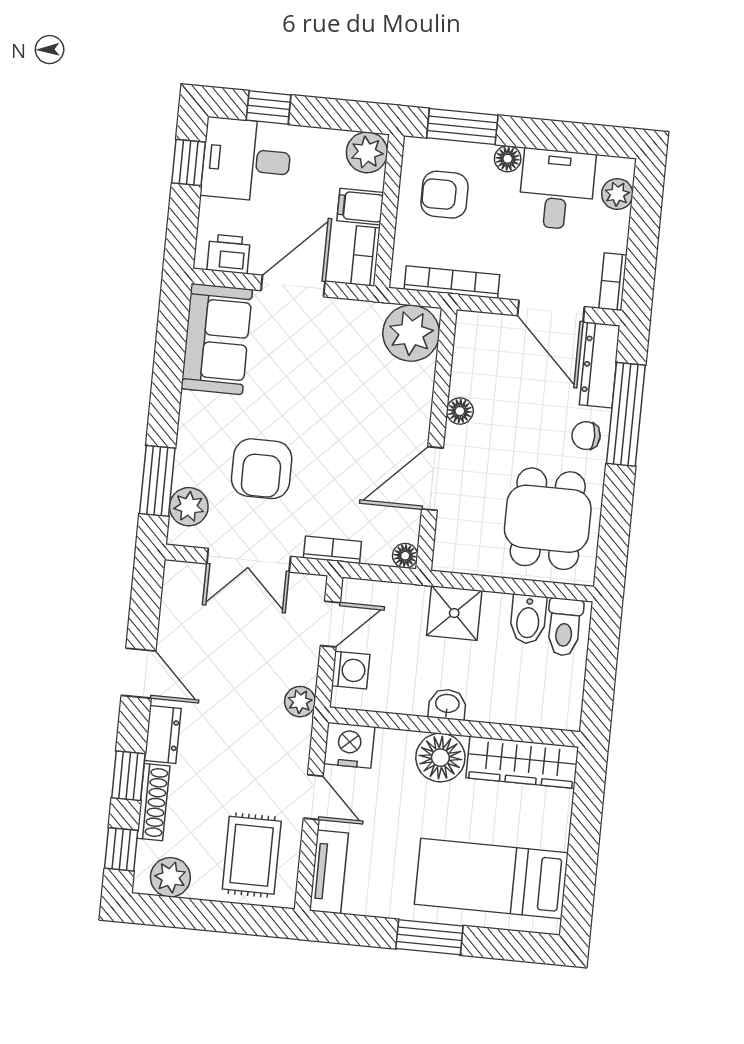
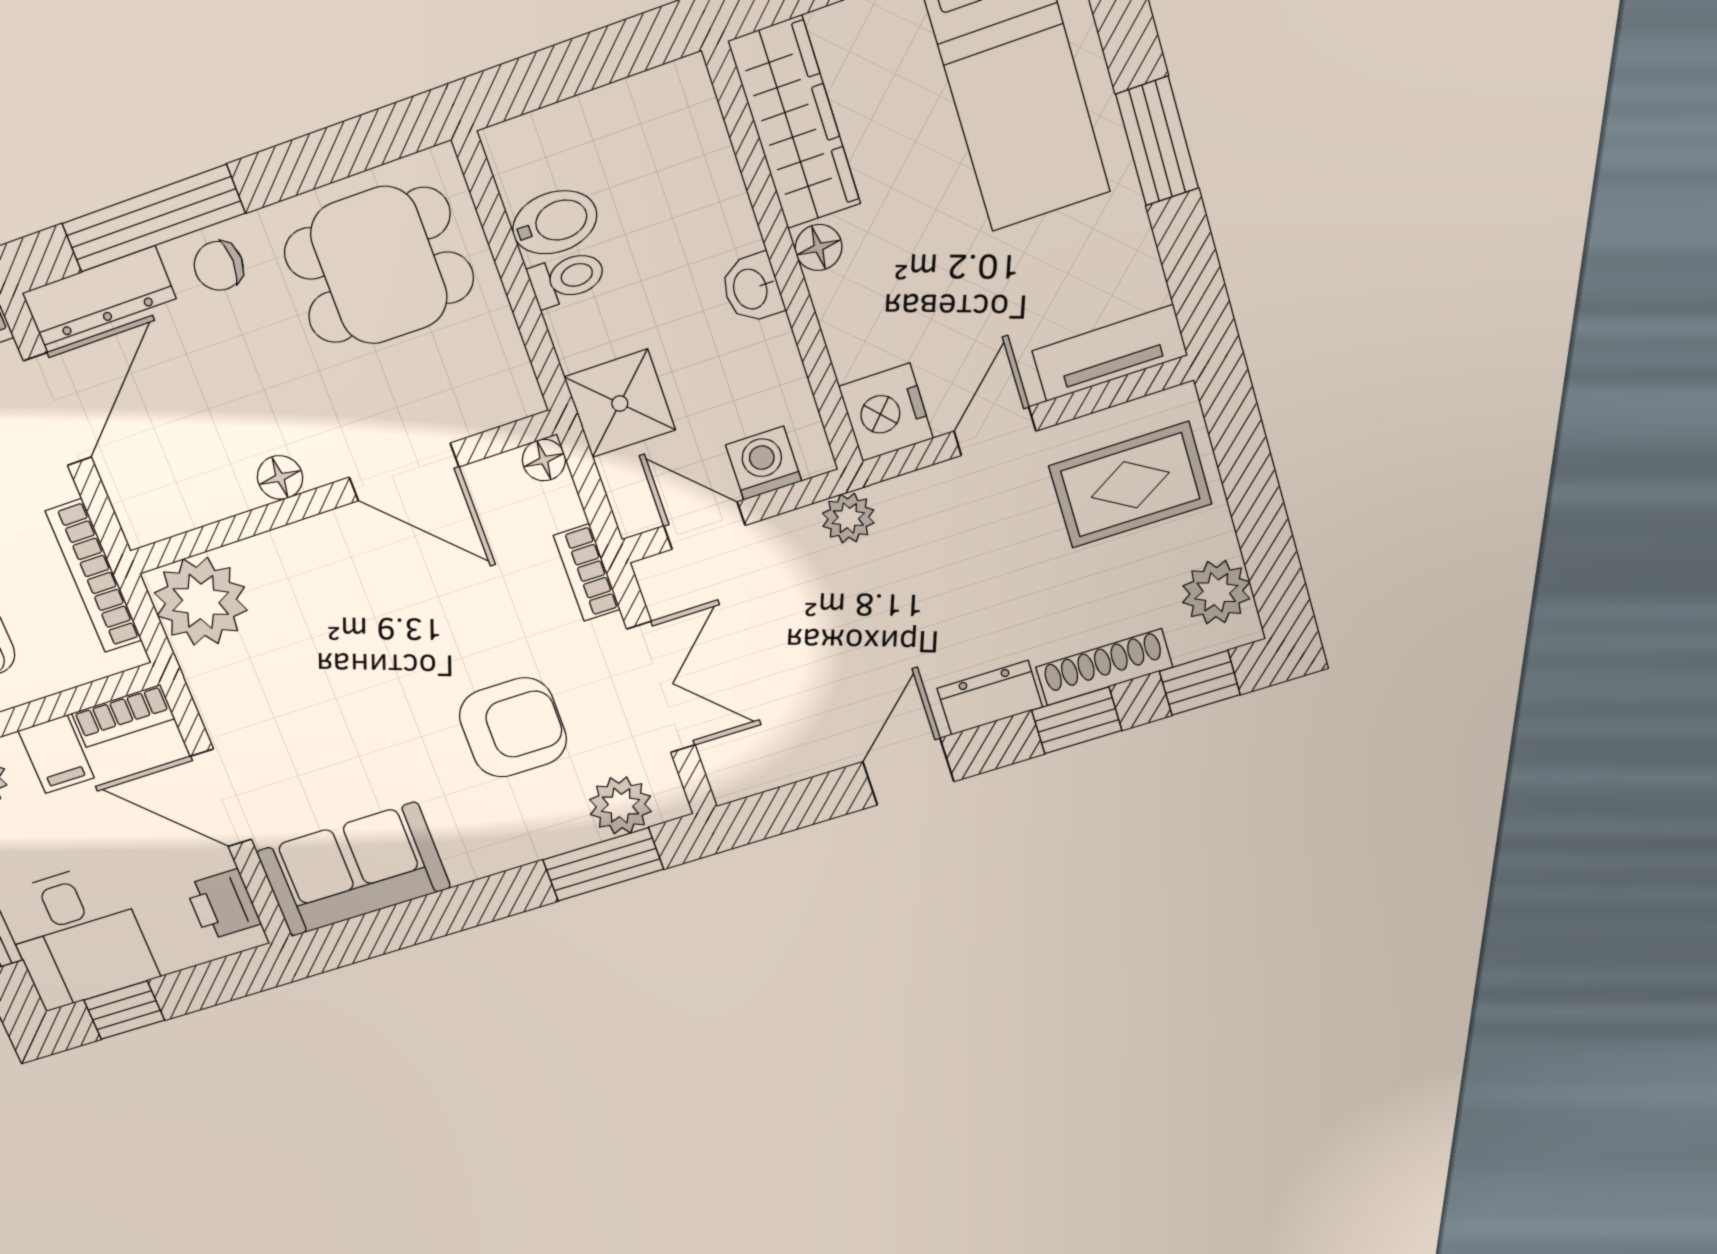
chair: (586, 436) -> (219, 266), turned 90
shower: (454, 613) -> (620, 403), moved
toilet: (564, 627) -> (567, 278), moved, width x0.73, depth x0.72
floor lamp: (440, 758) -> (819, 247), width x0.53, depth x0.53

